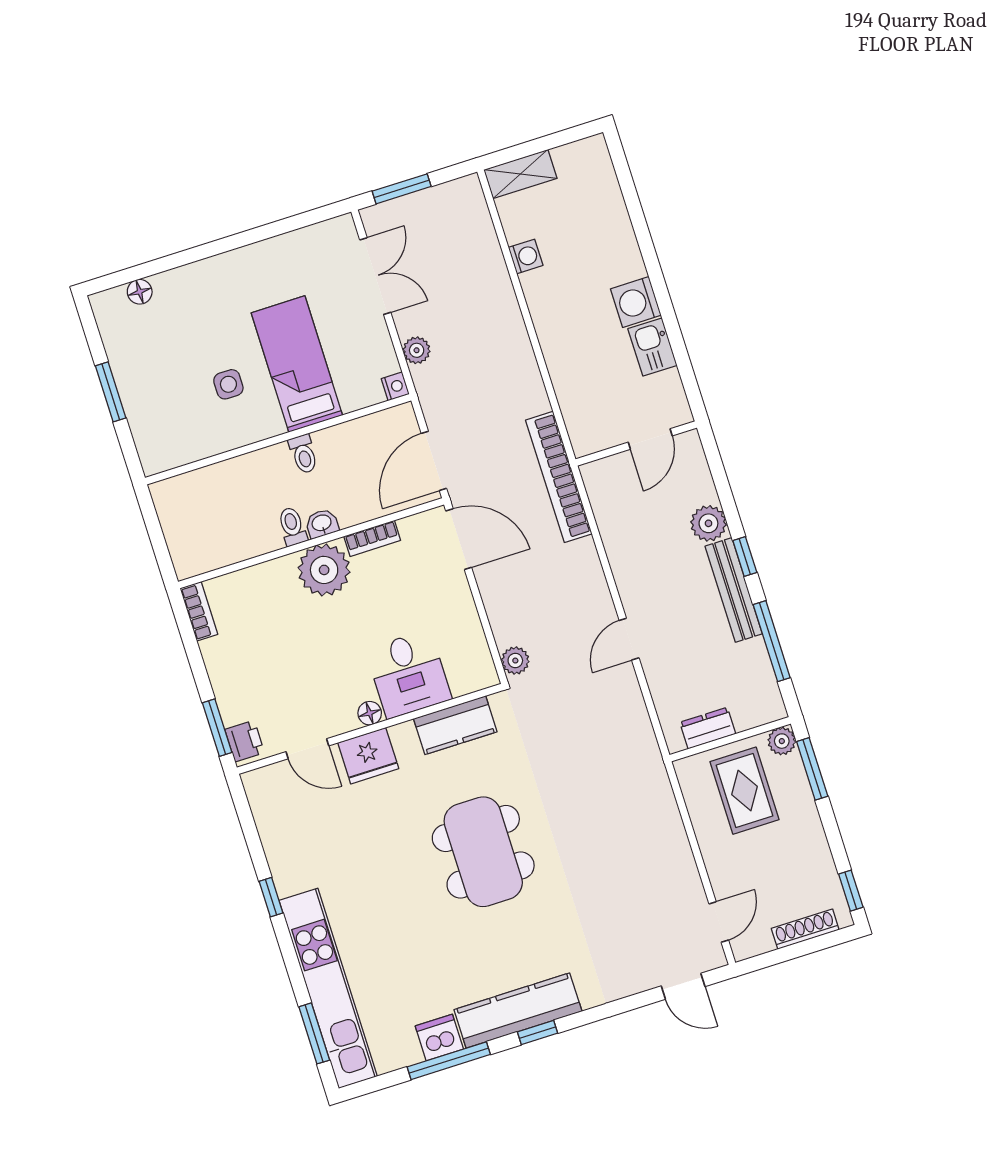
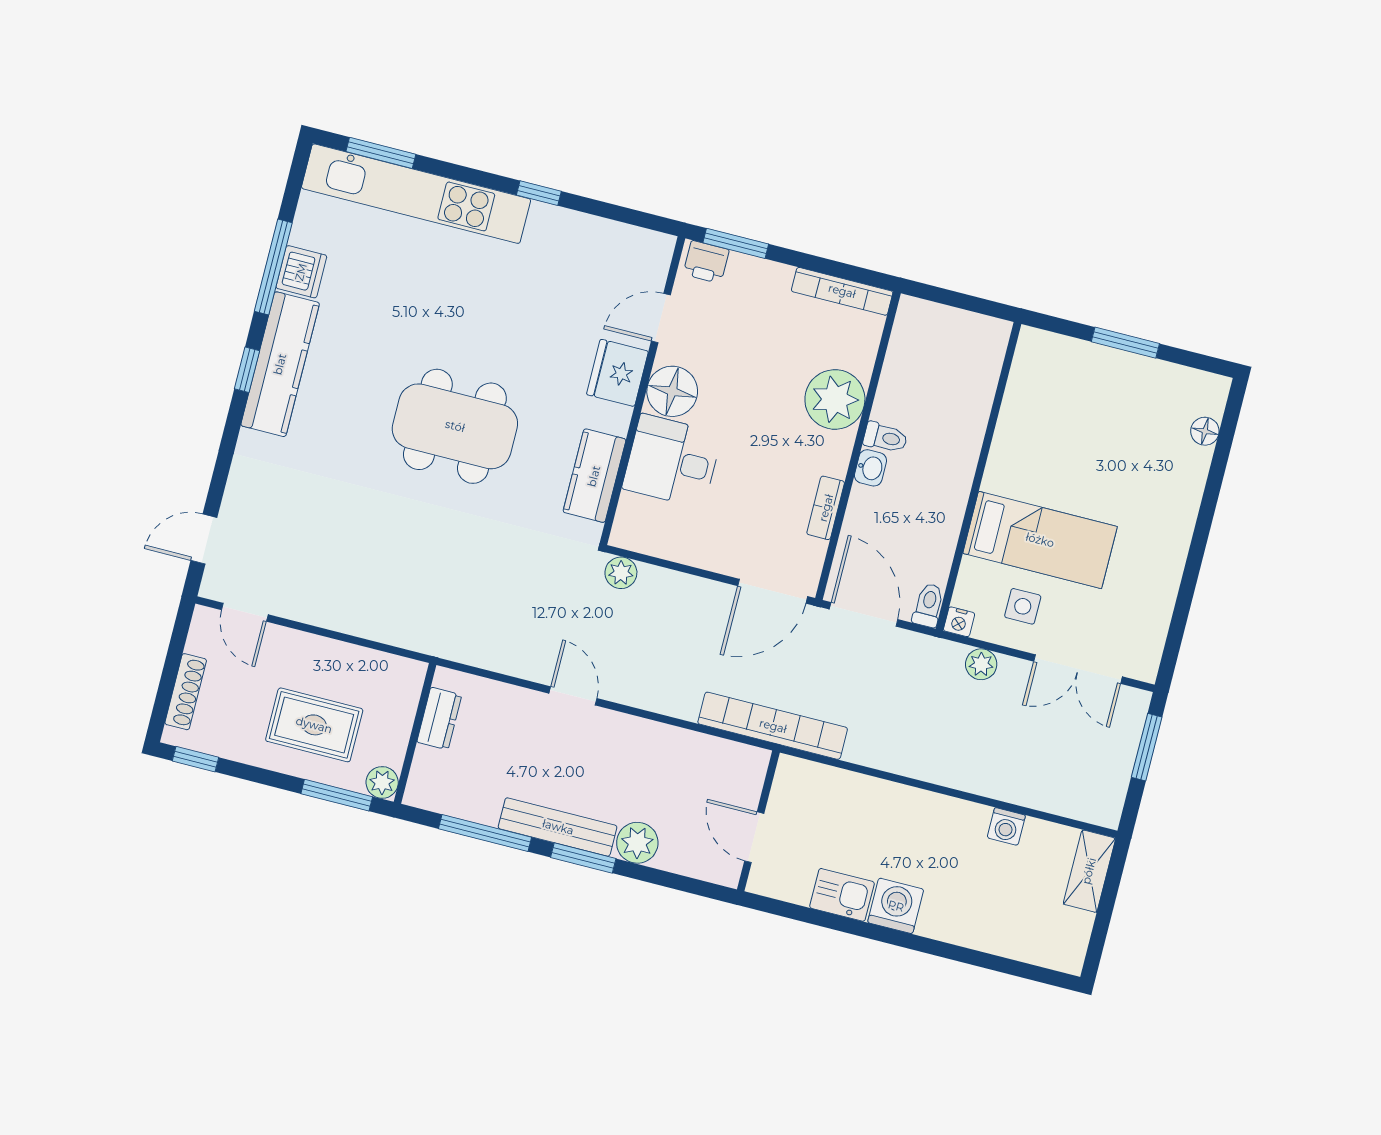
side table: (228, 384) -> (1023, 606), moved
toilet: (303, 454) -> (928, 605), moved, turned 90
window: (745, 557) -> (583, 858), width x1.50
plant: (324, 570) -> (835, 399), moved
bookcase: (199, 611) -> (842, 291), width x1.56
floor lamp: (370, 713) -> (672, 391), width x1.89, depth x1.89
rug: (744, 791) -> (314, 725), moved

